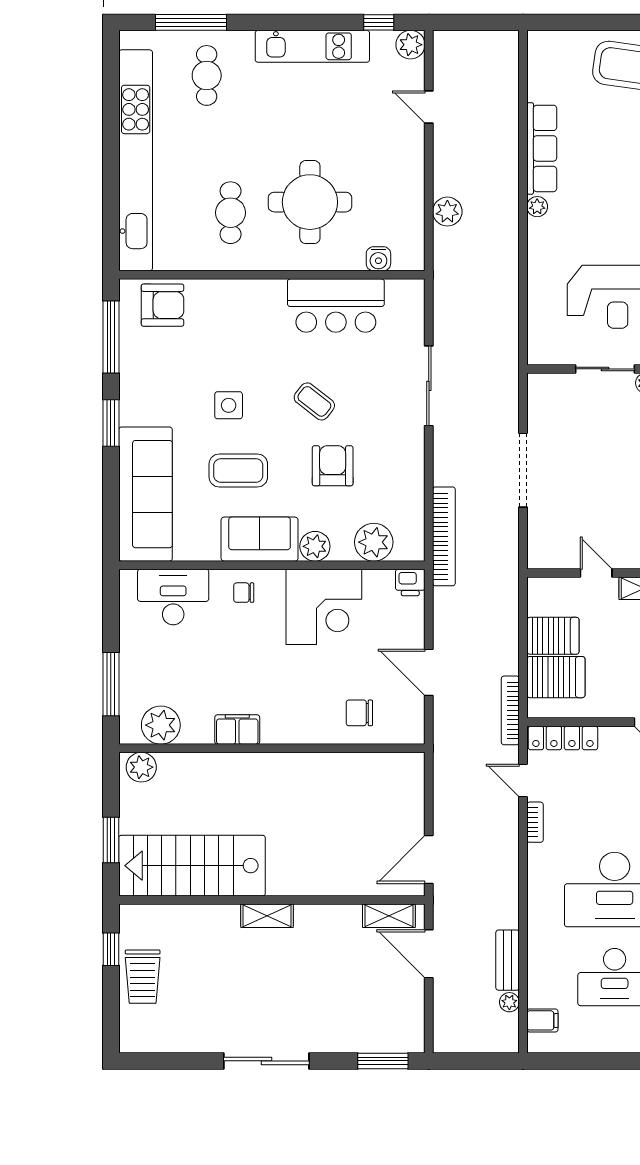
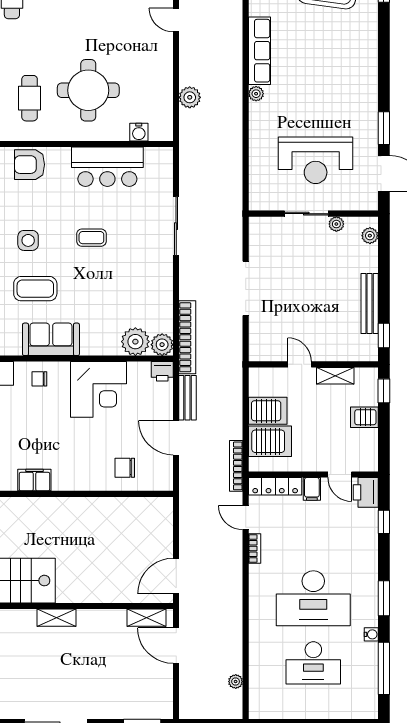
coffee table: (314, 401) -> (91, 238), turned -38
armchair: (333, 466) -> (30, 165), moved, turned -90
plant: (315, 546) -> (162, 345), moved
bench: (508, 960) -> (187, 398), moved
filing cabinet: (542, 1020) -> (312, 489), moved, turned 90

